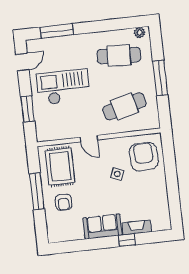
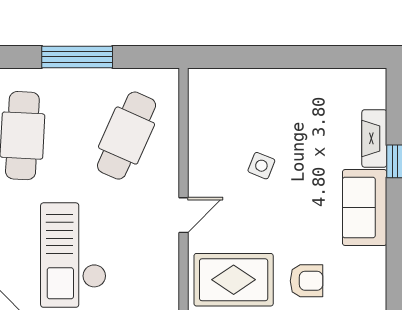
cafe table: (125, 106) -> (127, 136), turned 39
armchair: (144, 157) -> (232, 108), removed

